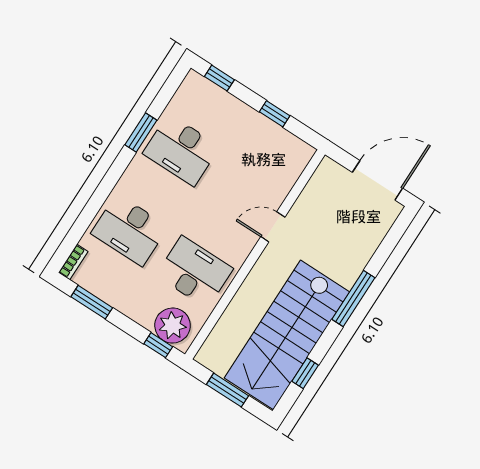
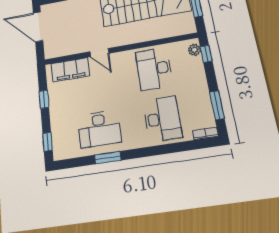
desk: (181, 150) -> (99, 129), turned 90
filing cabinet: (283, 175) -> (70, 70), added
plant: (173, 326) -> (194, 50), width x0.53, depth x0.53

